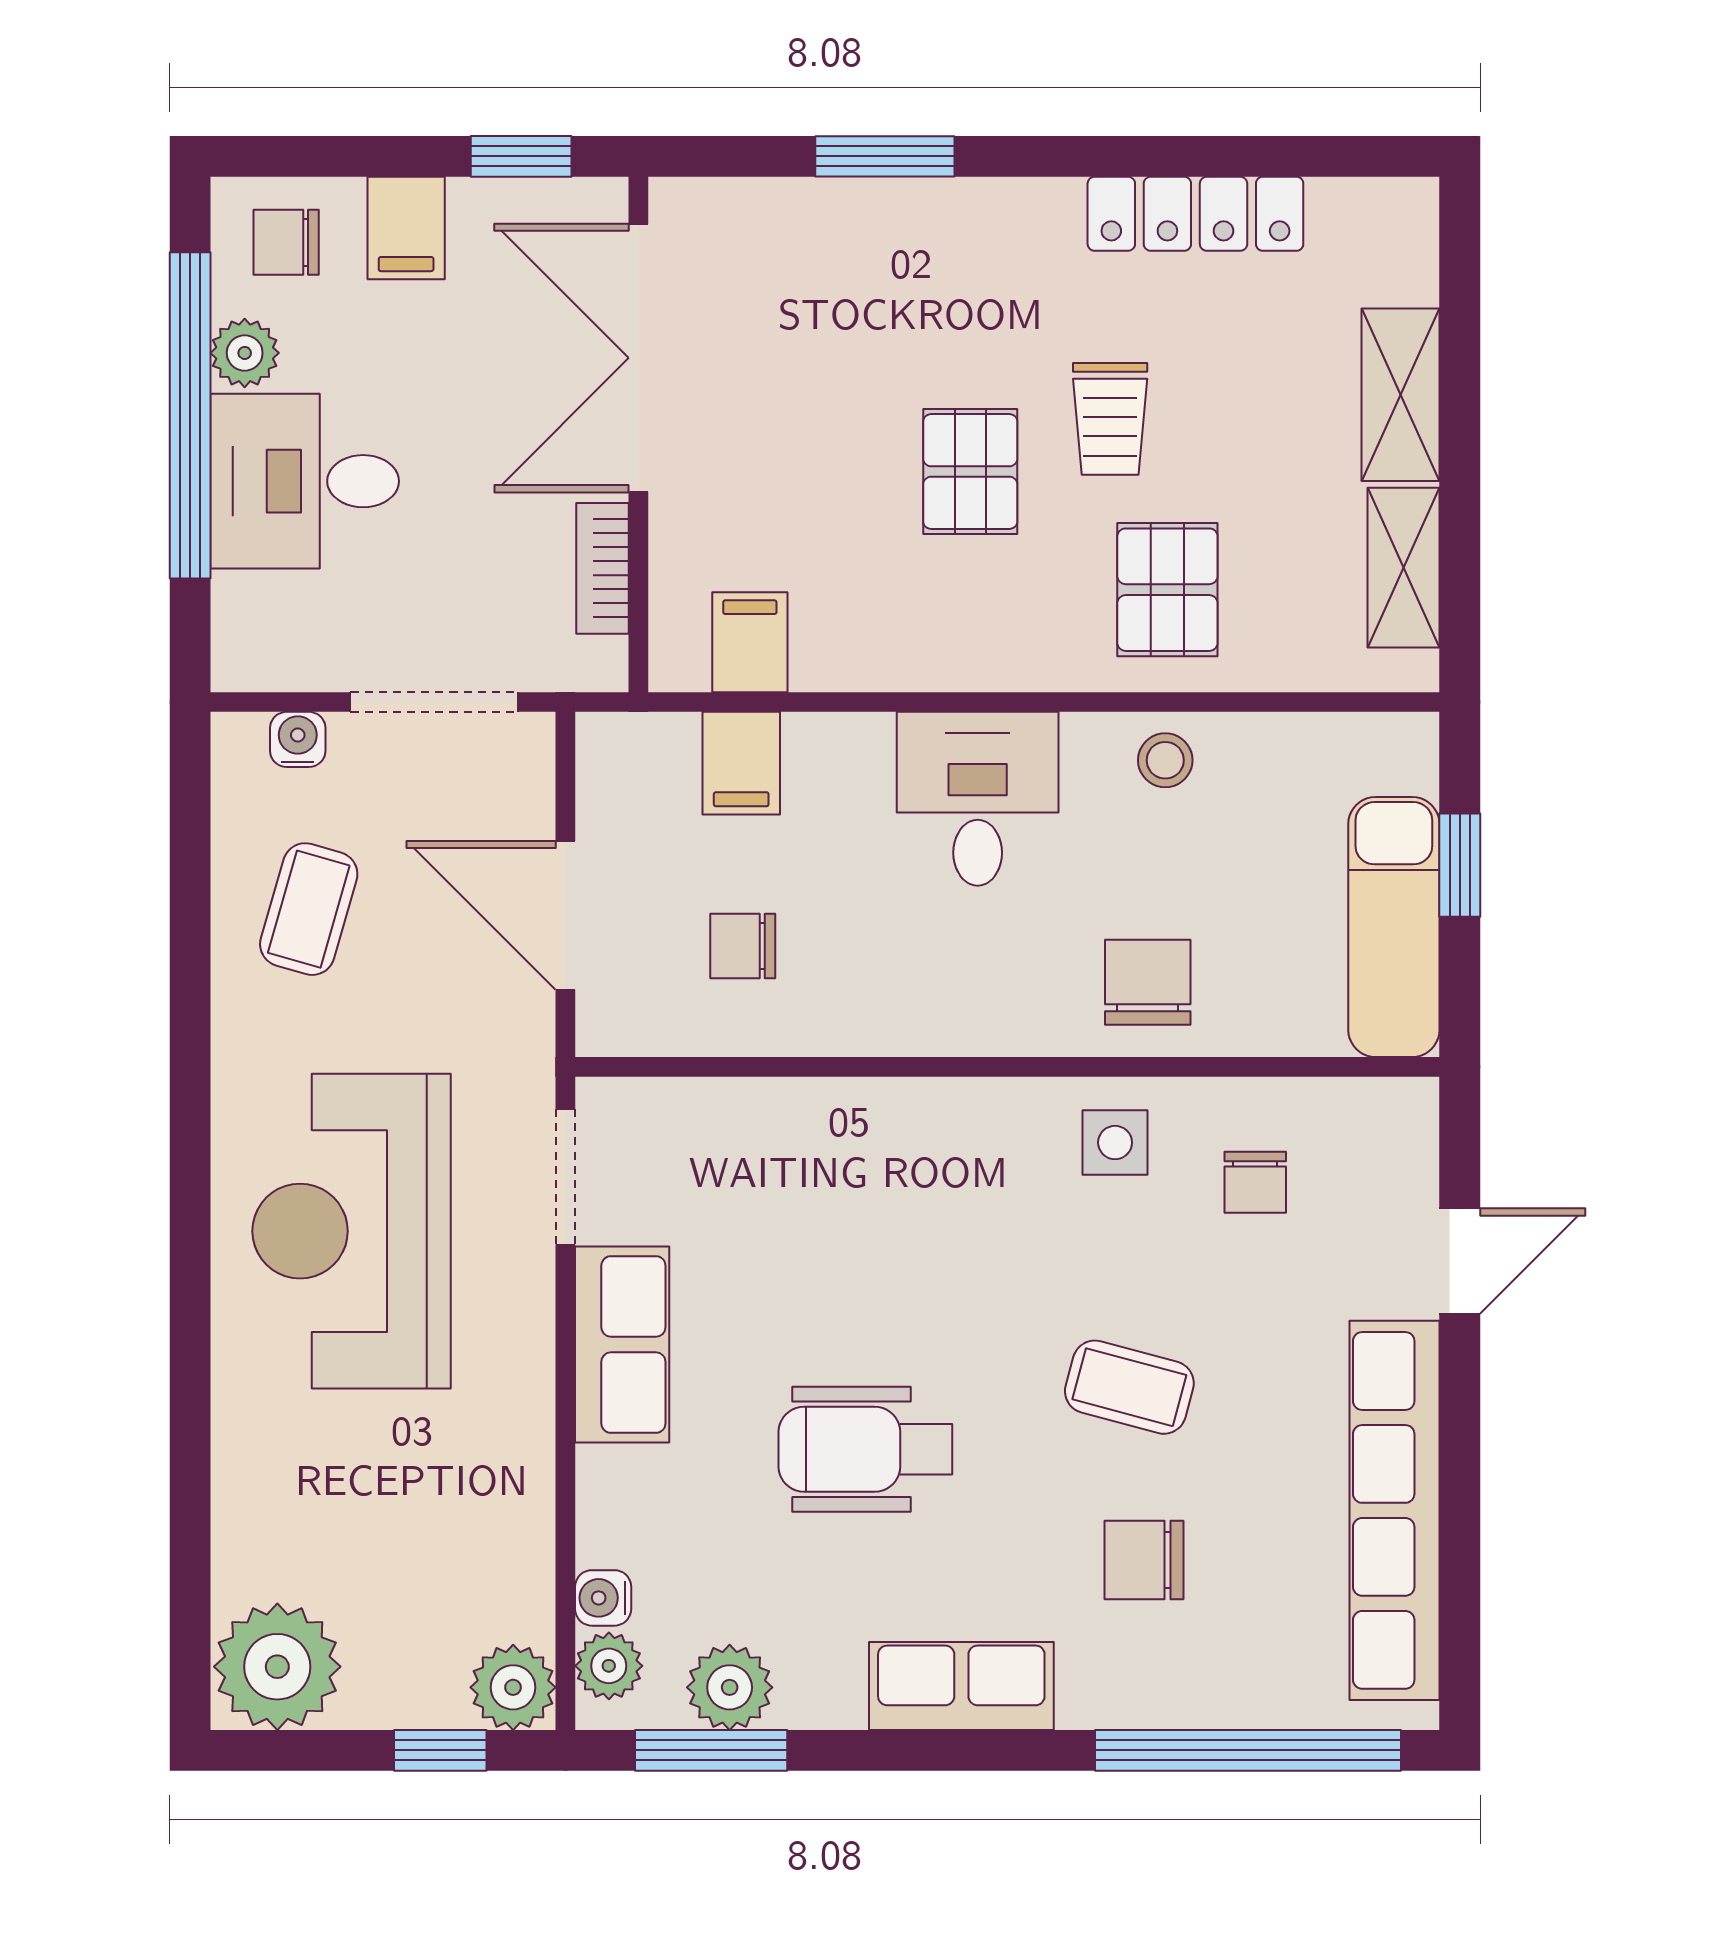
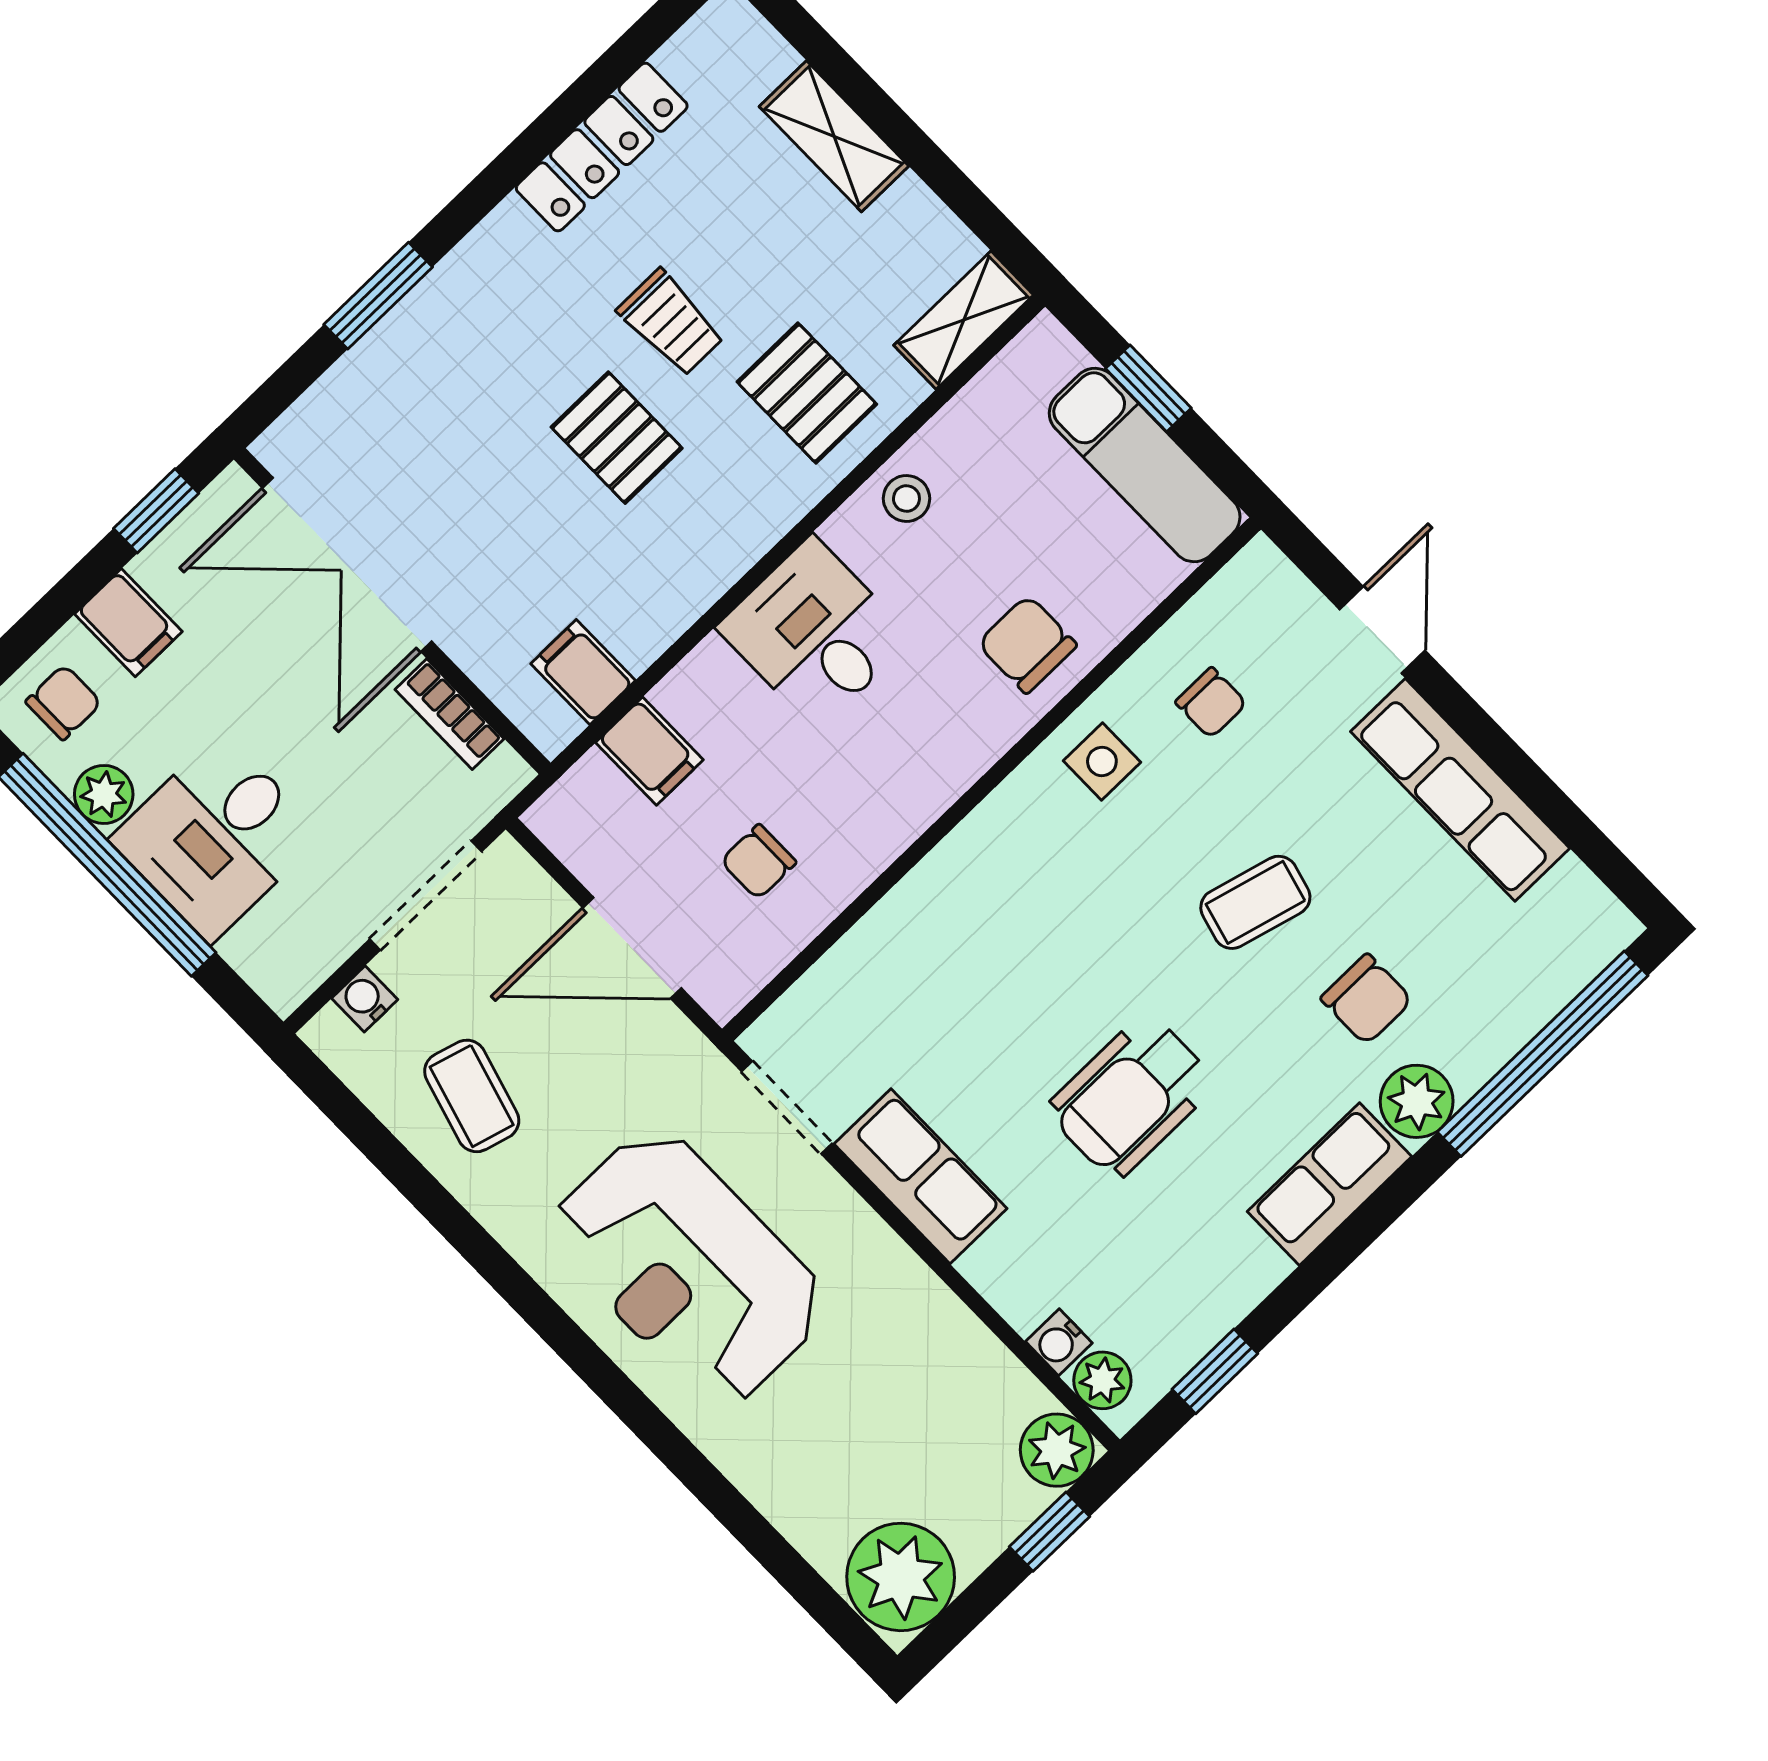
chair: (286, 242) -> (64, 702), turned 180
shelving: (1404, 568) -> (964, 320), moved, turned 90
row of seats: (1394, 1510) -> (1460, 790), width x0.73
chair: (1144, 1560) -> (1367, 999), turned -90
plant: (730, 1687) -> (1417, 1101), moved
window: (711, 1750) -> (1215, 1371), width x0.67

